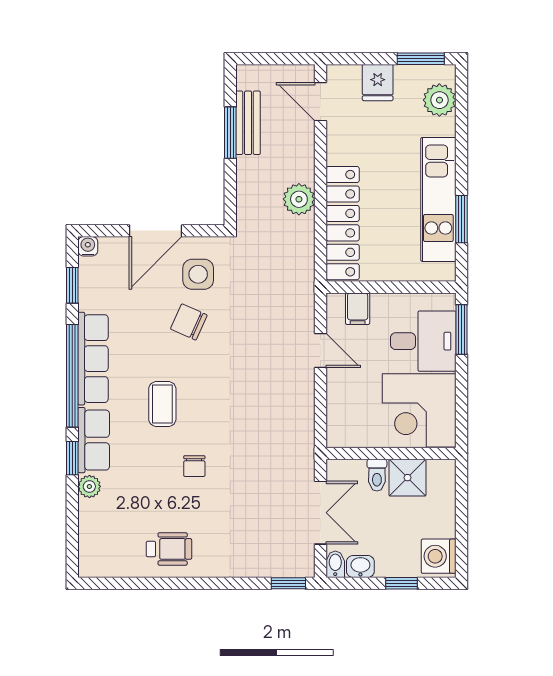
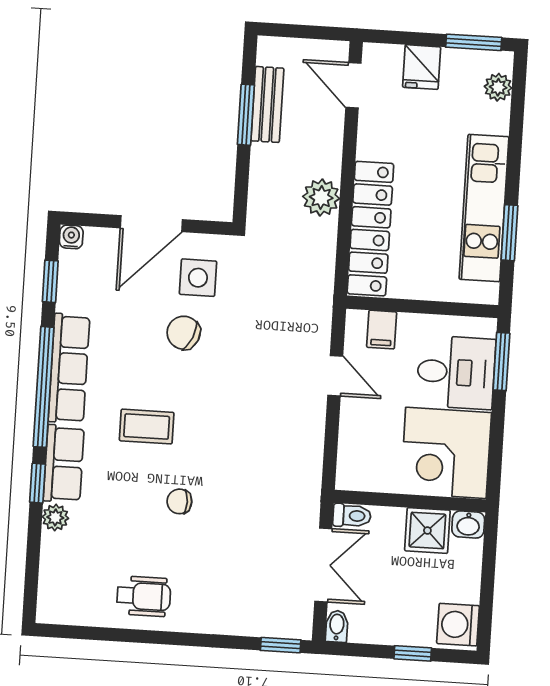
plant: (439, 100) -> (498, 87), width x0.73, depth x0.73
coffee table: (162, 404) -> (147, 427), turned 90
chair: (194, 466) -> (179, 501), turned 90
toilet: (377, 475) -> (352, 516), moved, turned -90
washbasin: (360, 566) -> (468, 524), moved, turned 180

